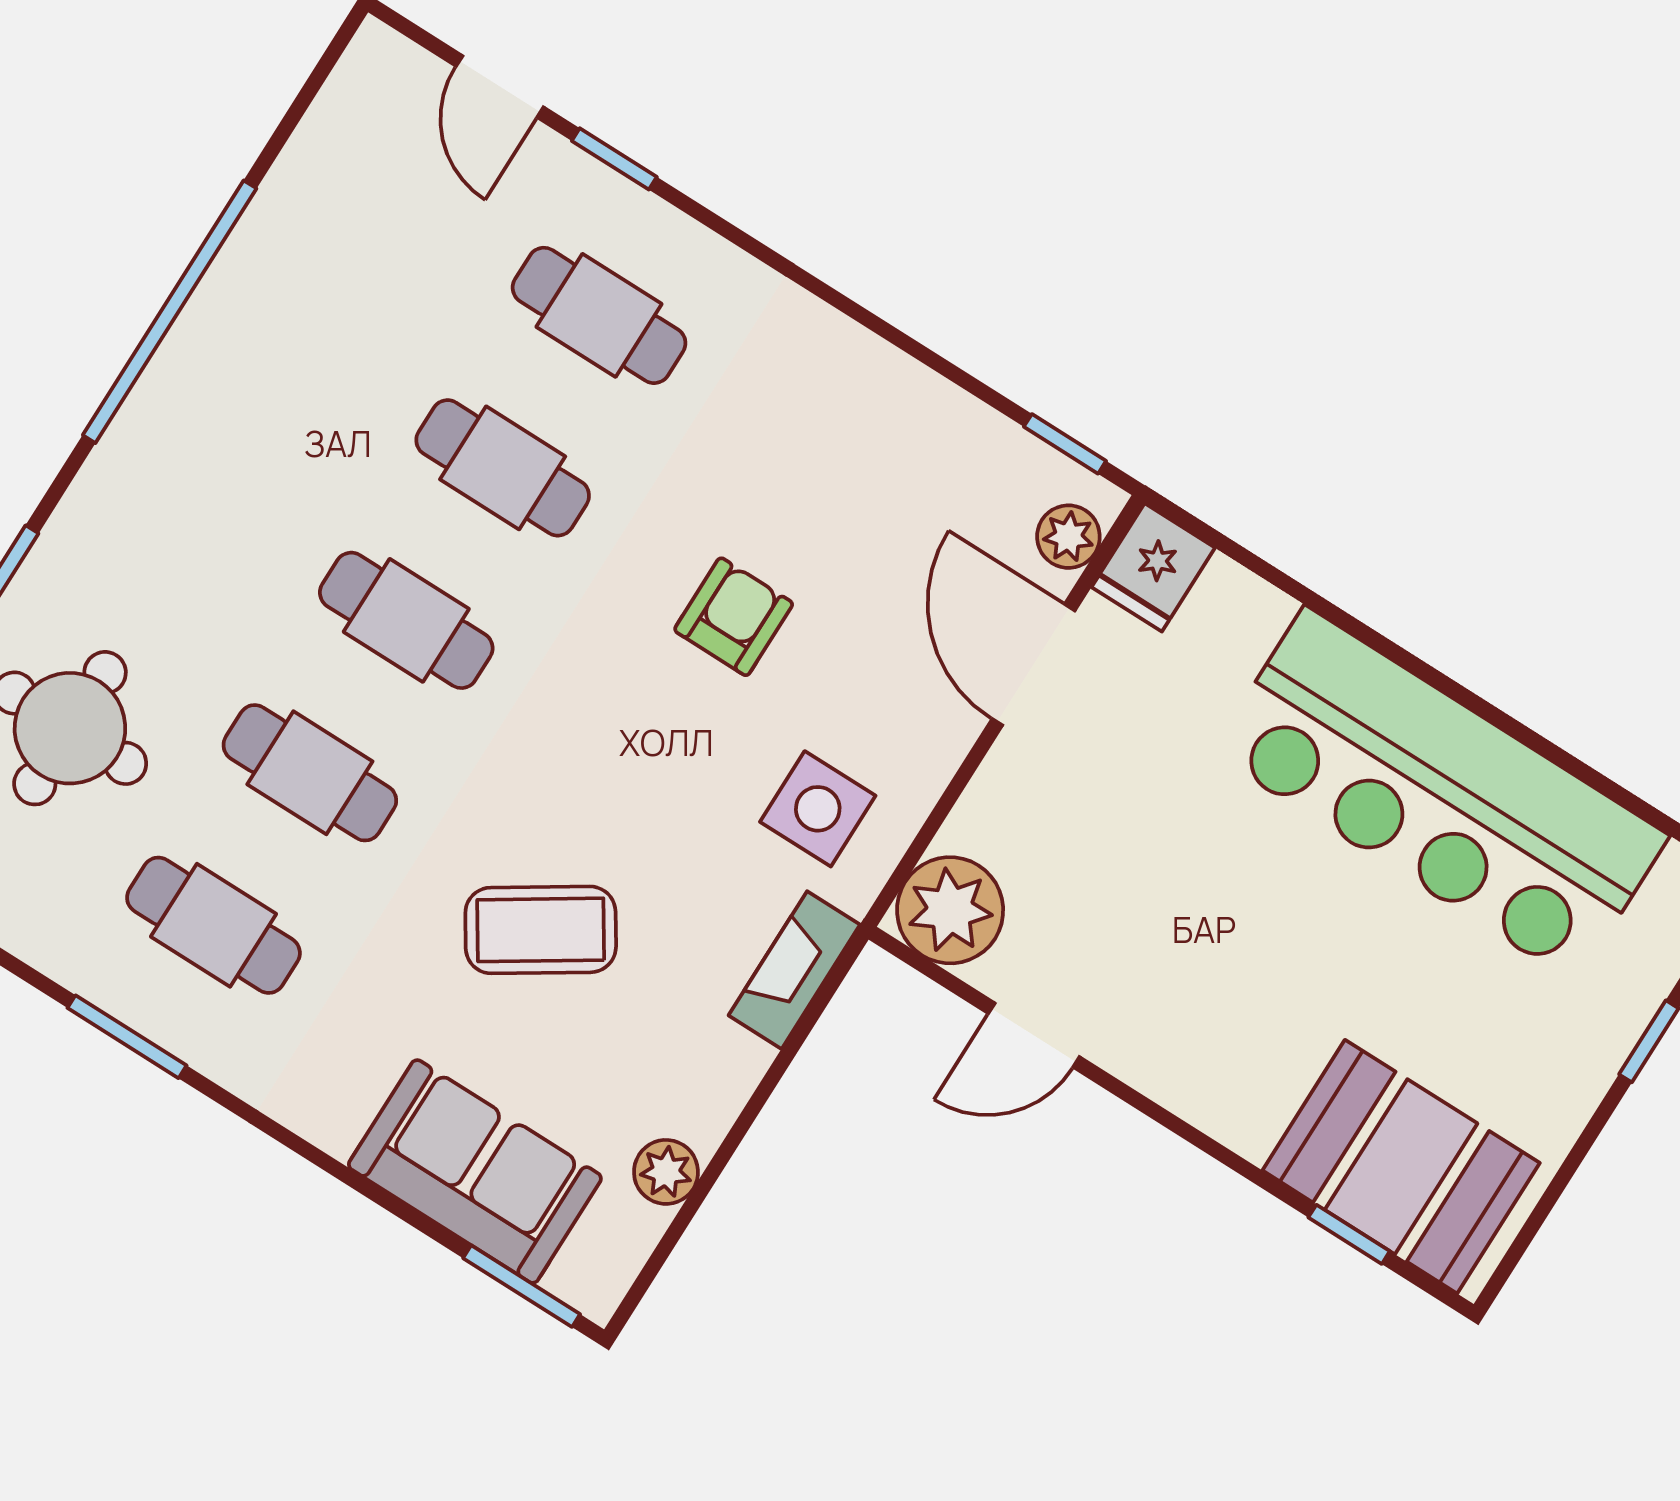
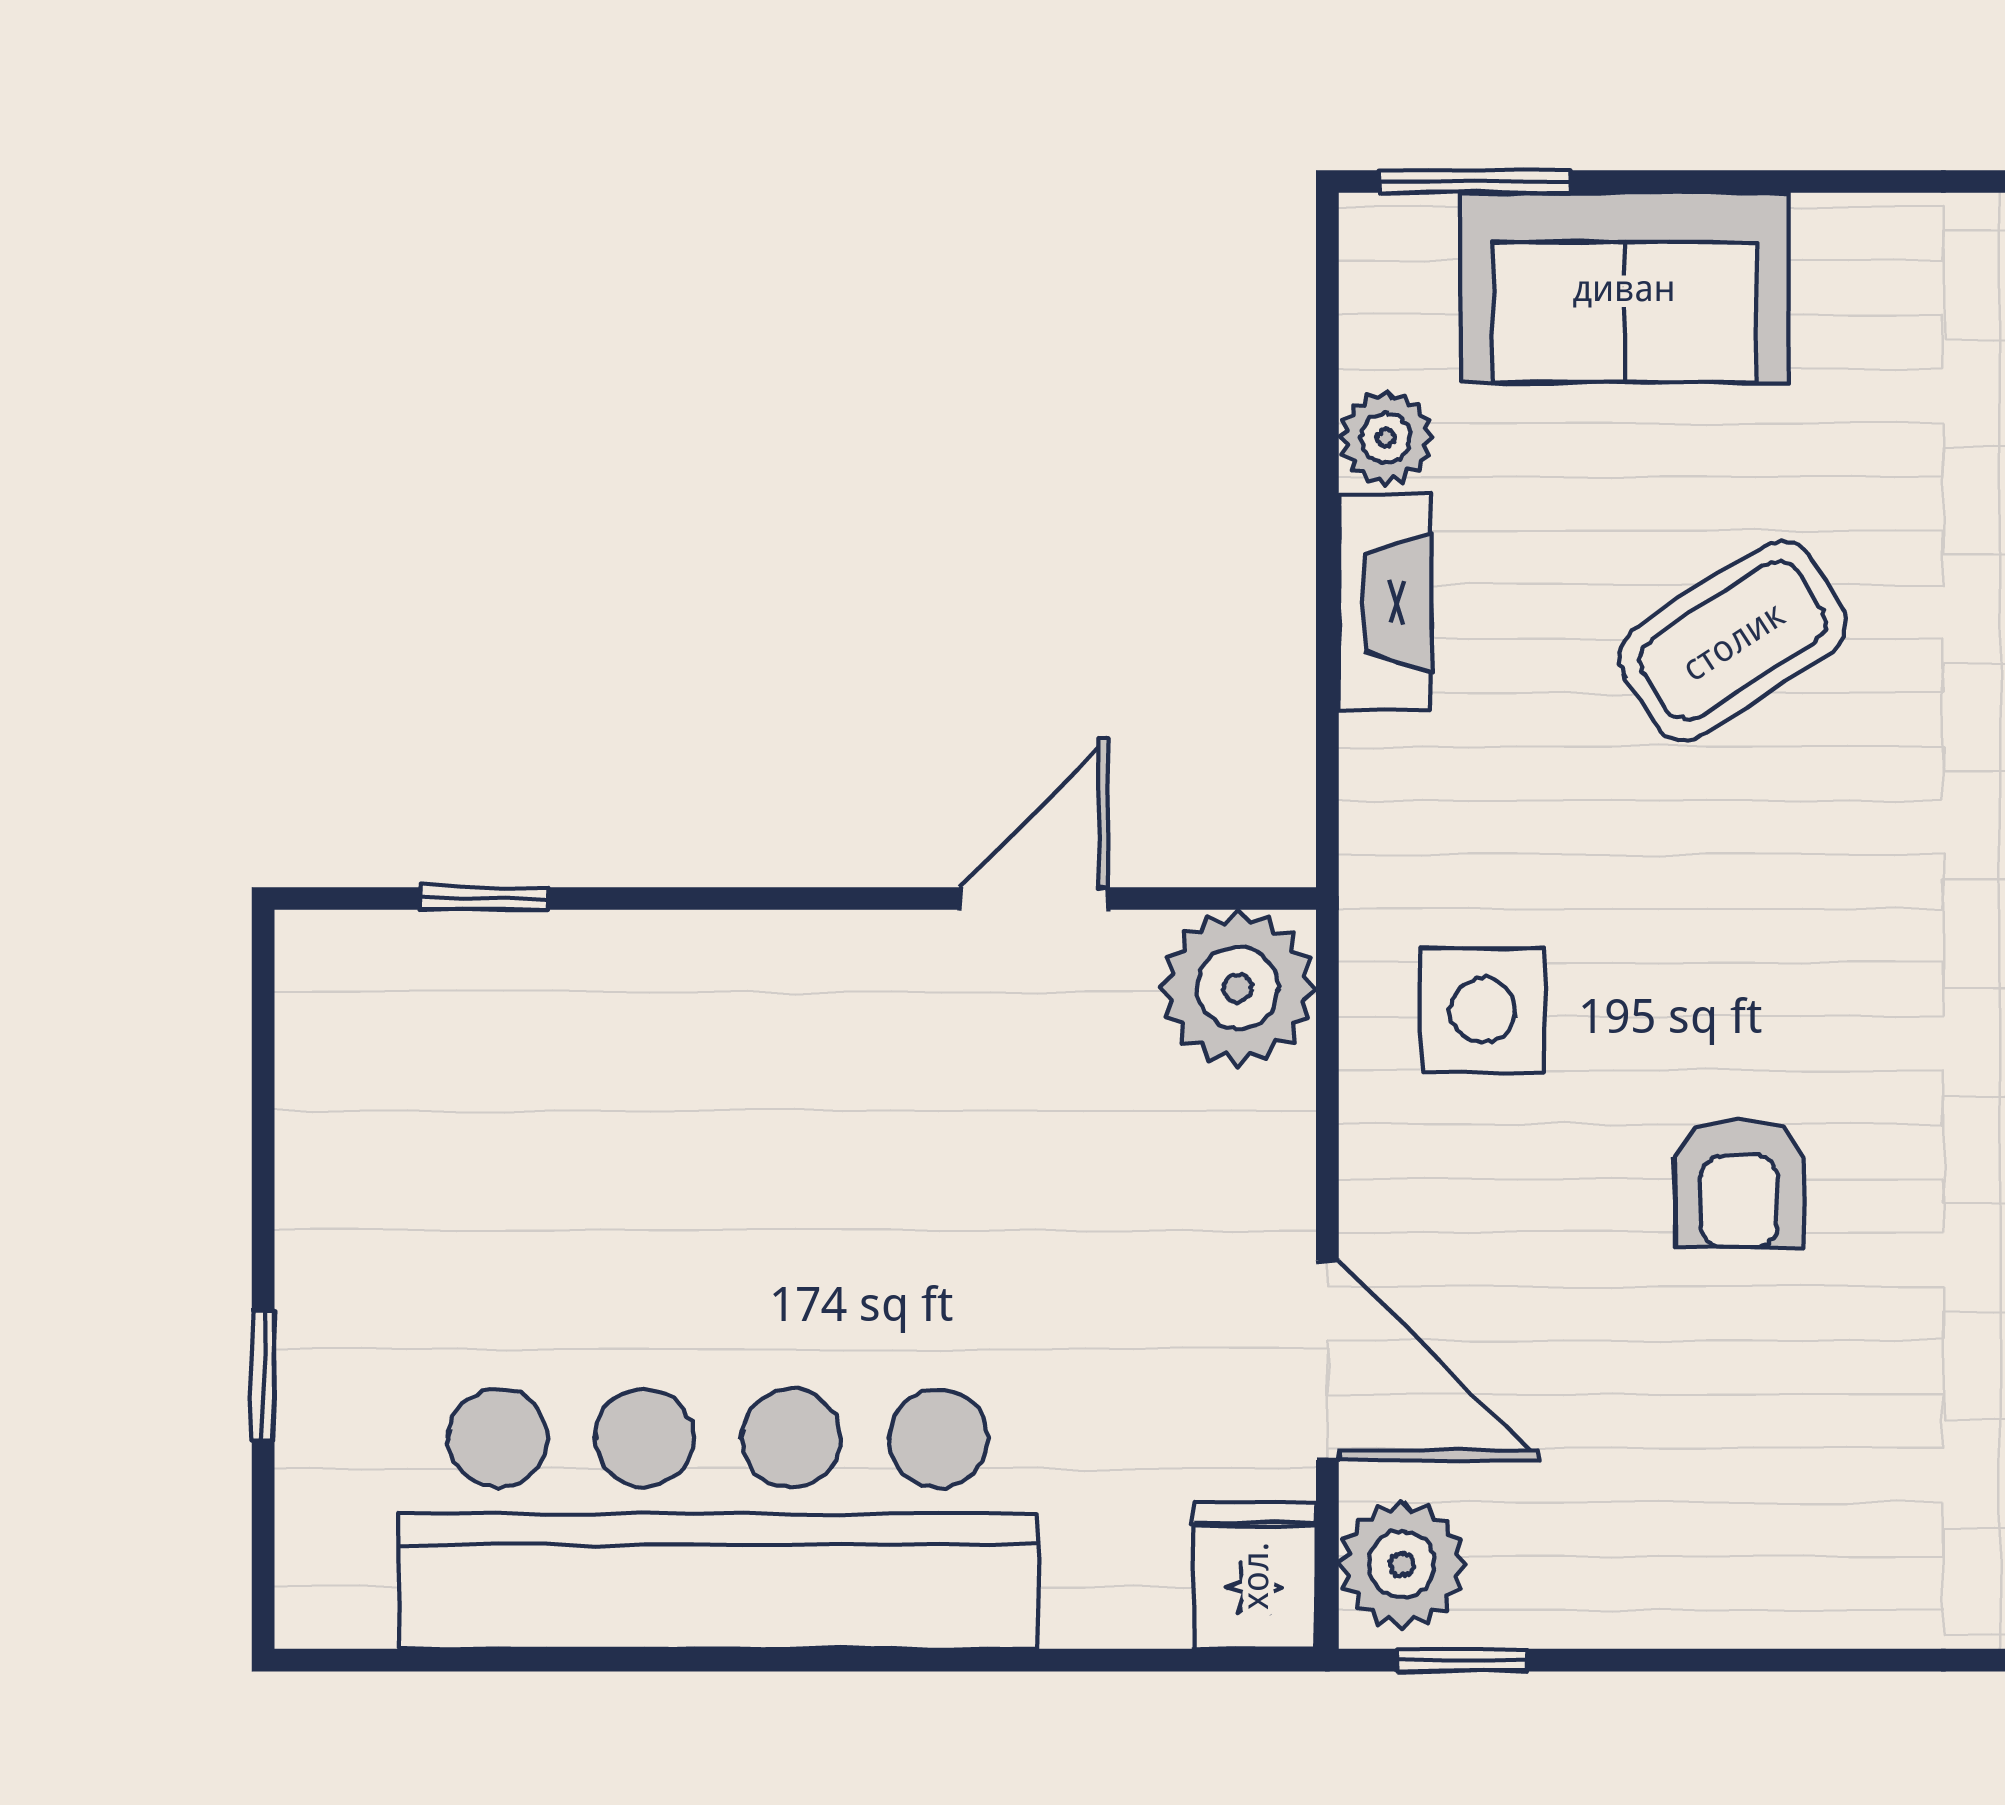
plant: (1068, 537) -> (1402, 1565), width x1.38, depth x1.38
fireplace: (794, 970) -> (1385, 603), moved
booth: (1401, 1167) -> (473, 1024), removed

